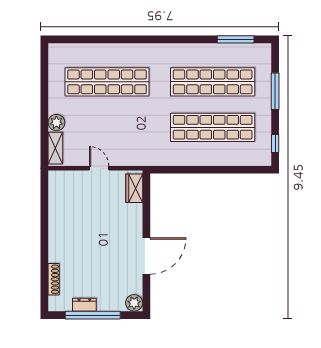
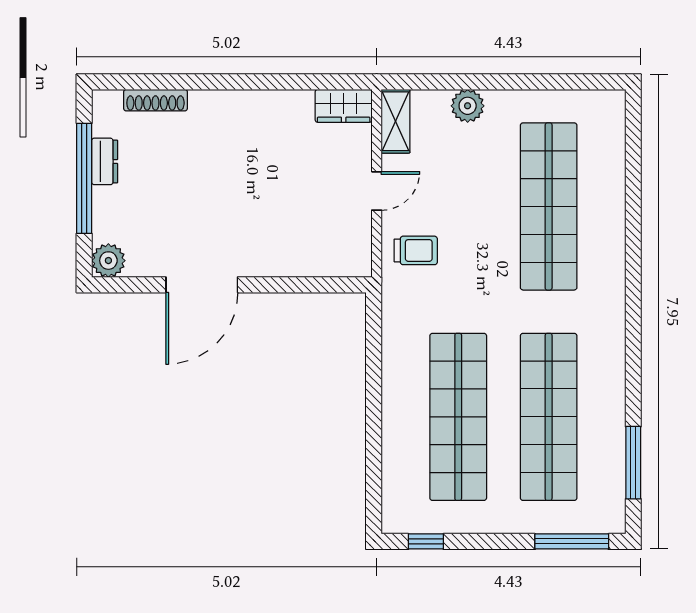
window: (275, 91) -> (572, 541), moved
shelving: (55, 148) -> (395, 121), moved, turned 90
trolley: (129, 149) -> (416, 250), added
wardrobe: (134, 188) -> (344, 106), moved, turned 180
door: (146, 256) -> (202, 285), hinge flipped

